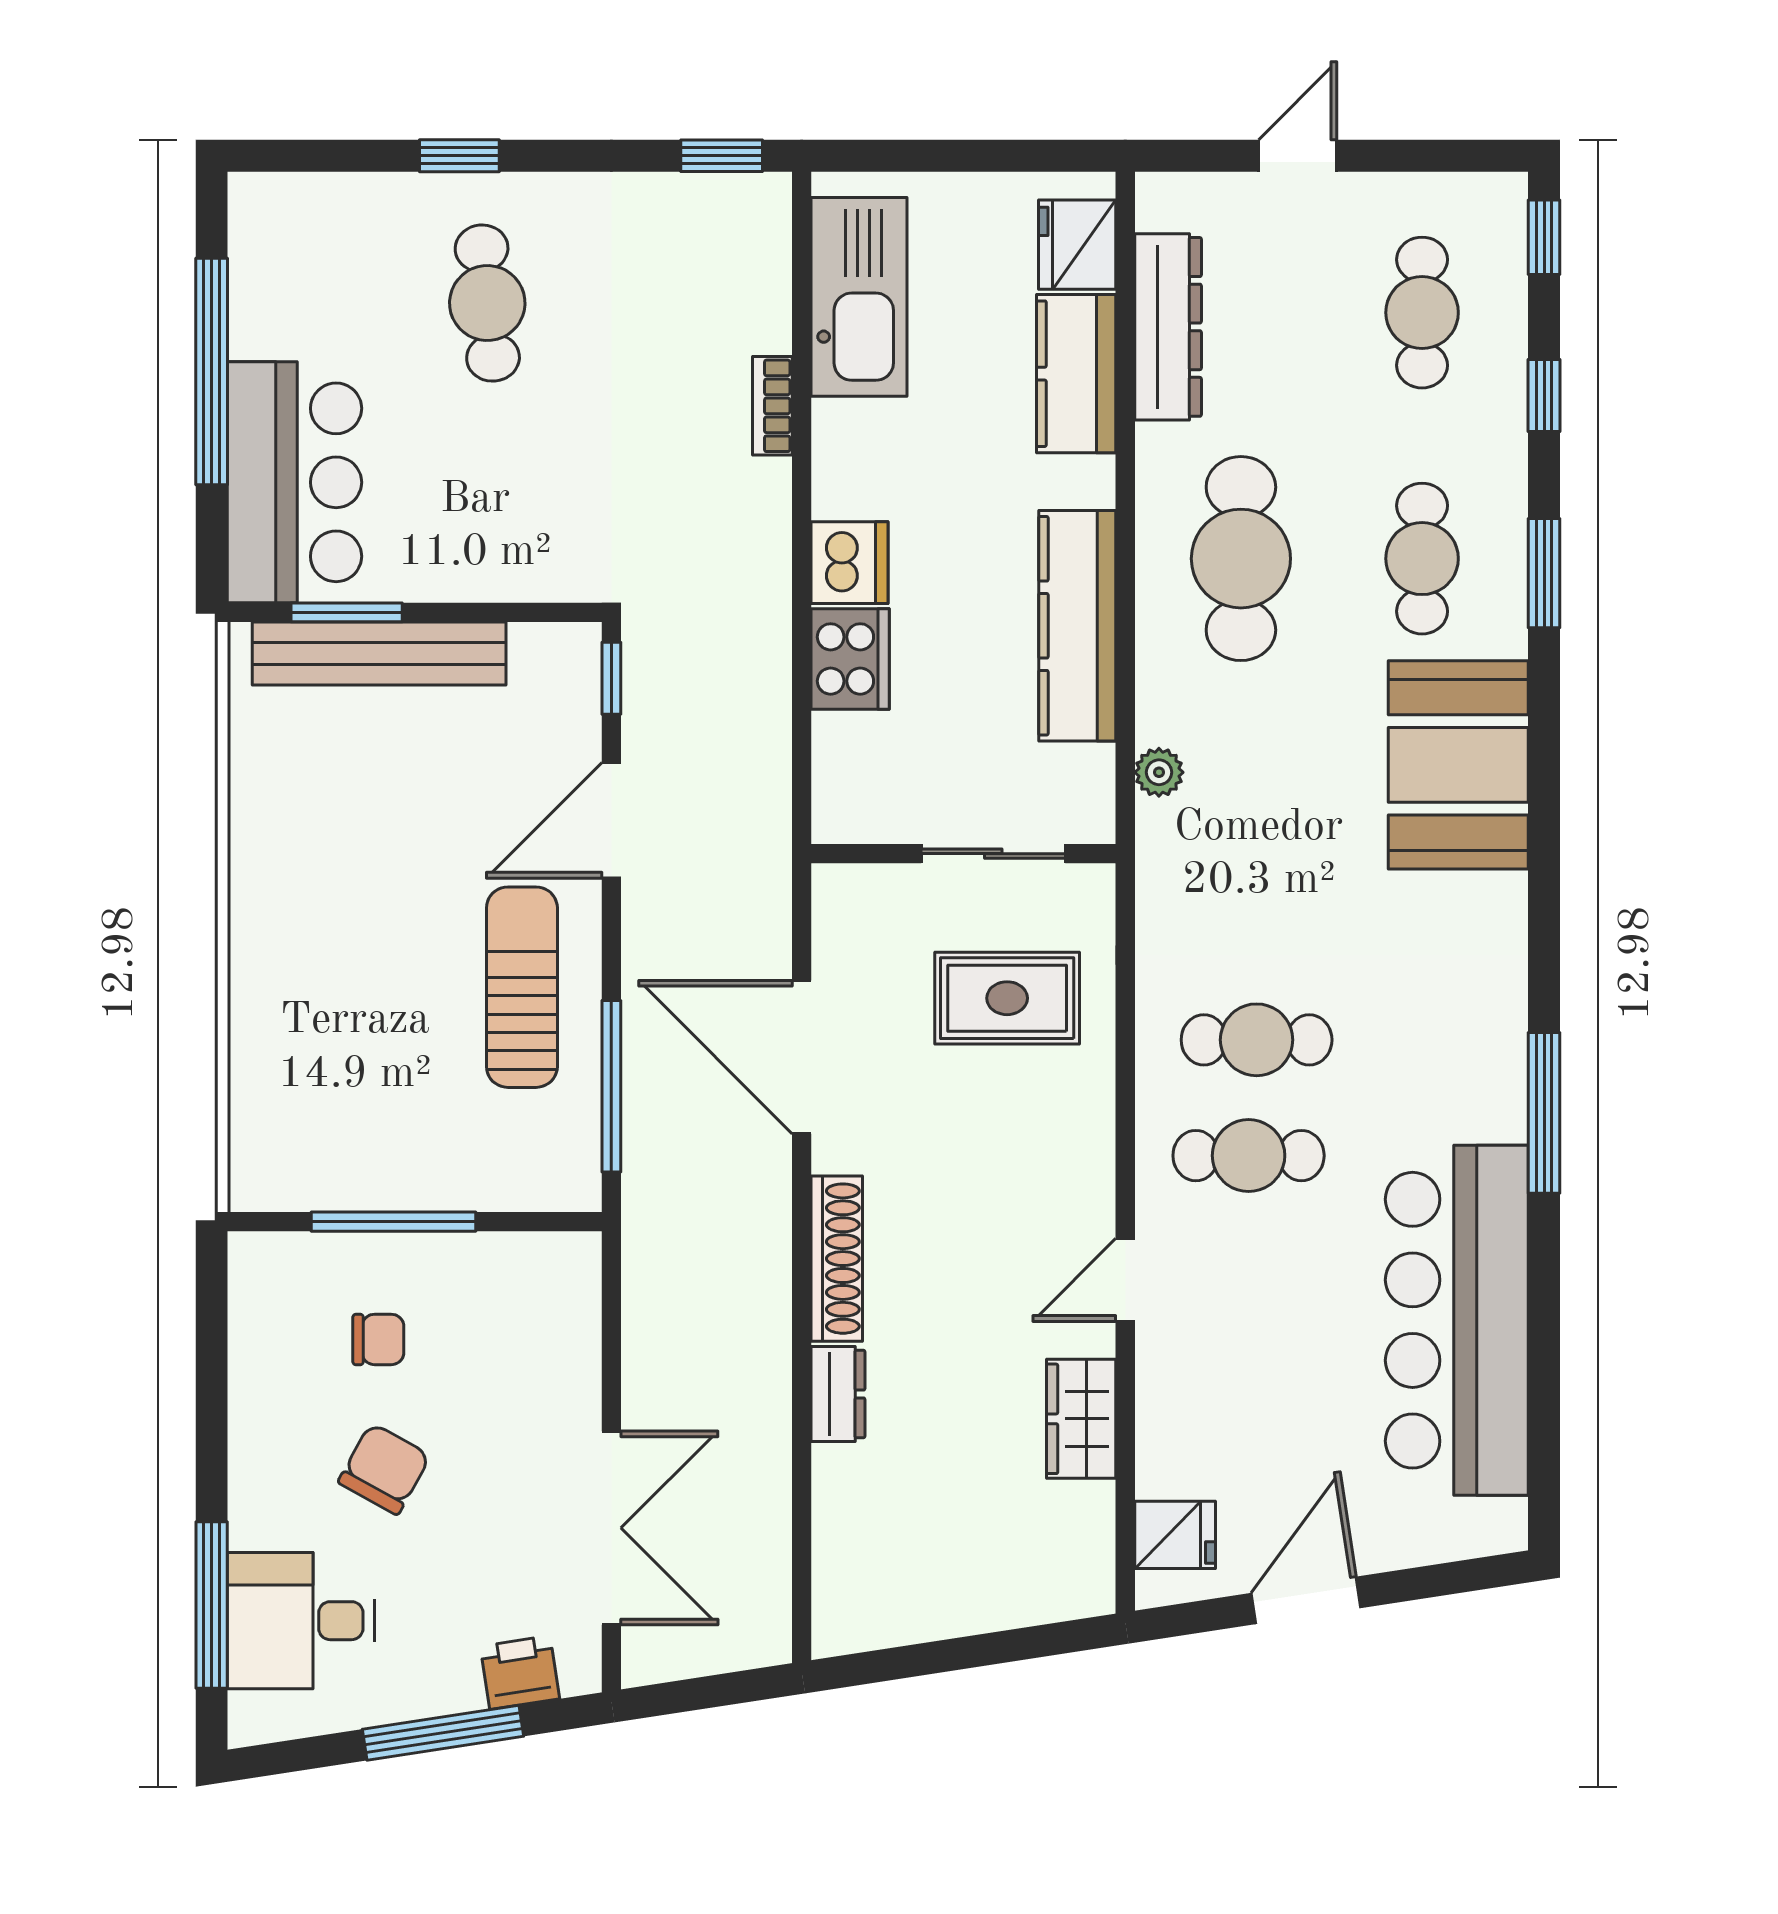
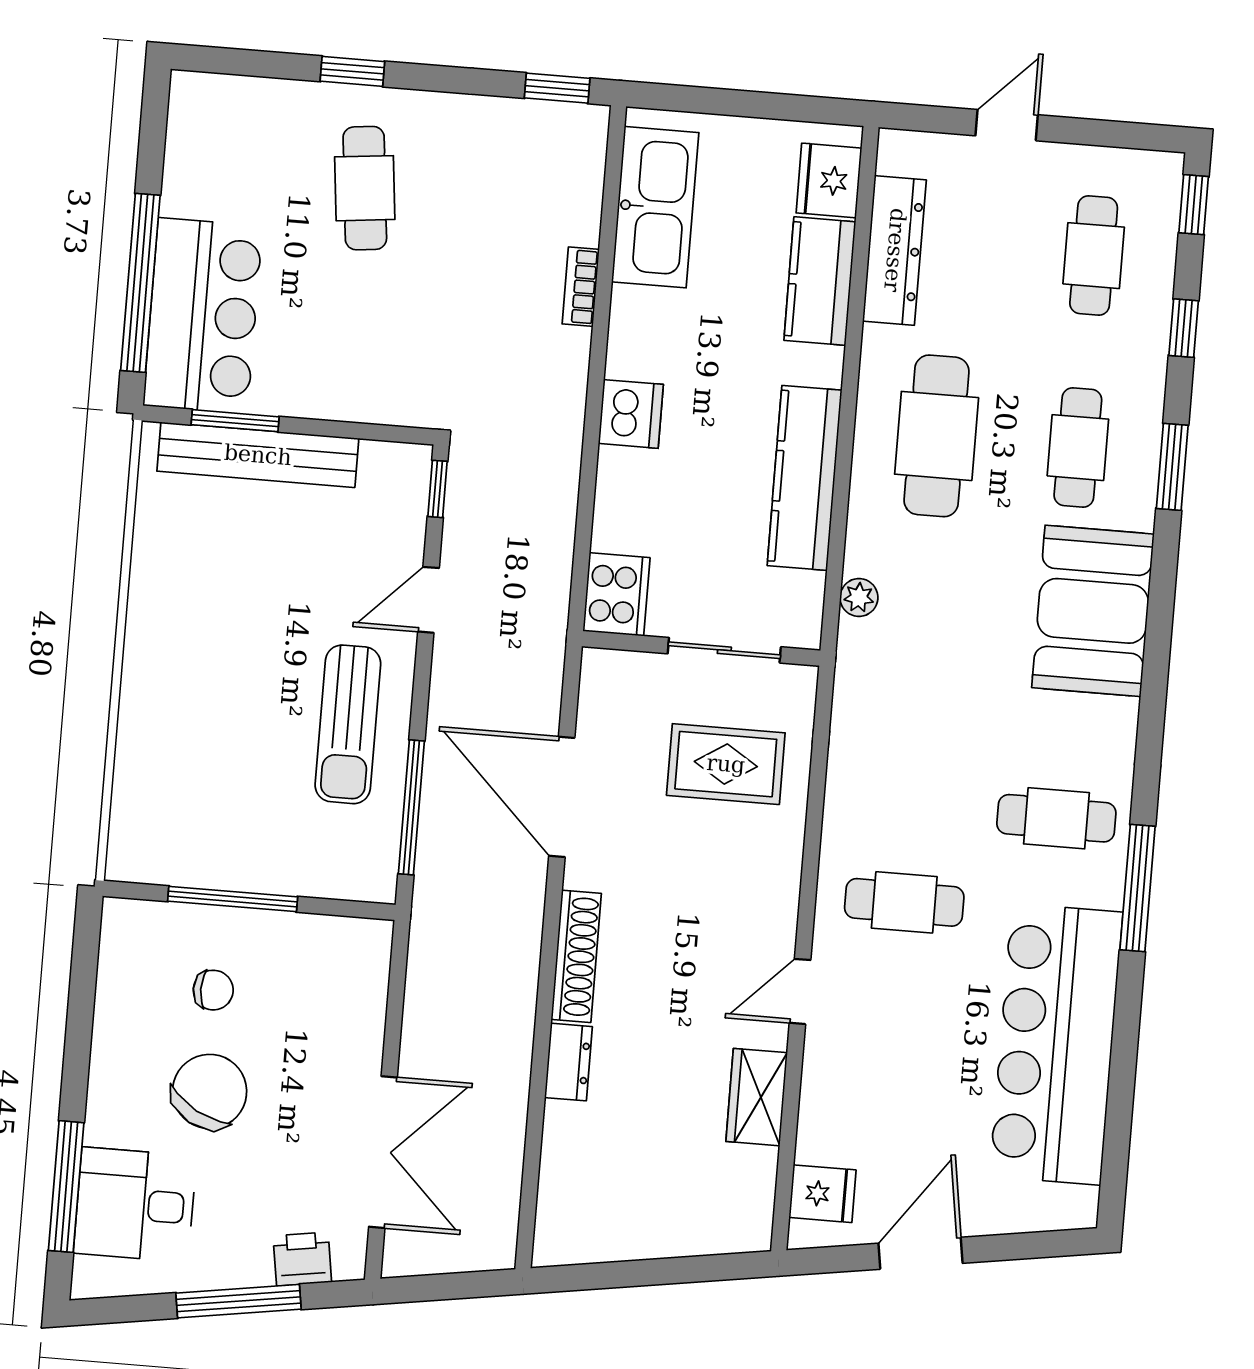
window: (212, 372) -> (140, 283), moved
cooker: (850, 659) -> (616, 594), moved
door: (611, 820) -> (428, 600), width x0.73
sun lounger: (522, 987) -> (348, 724), turned 180
cafe table: (1257, 1040) -> (1056, 818), moved
chair: (384, 1469) -> (210, 1091), width x1.37, depth x1.37

